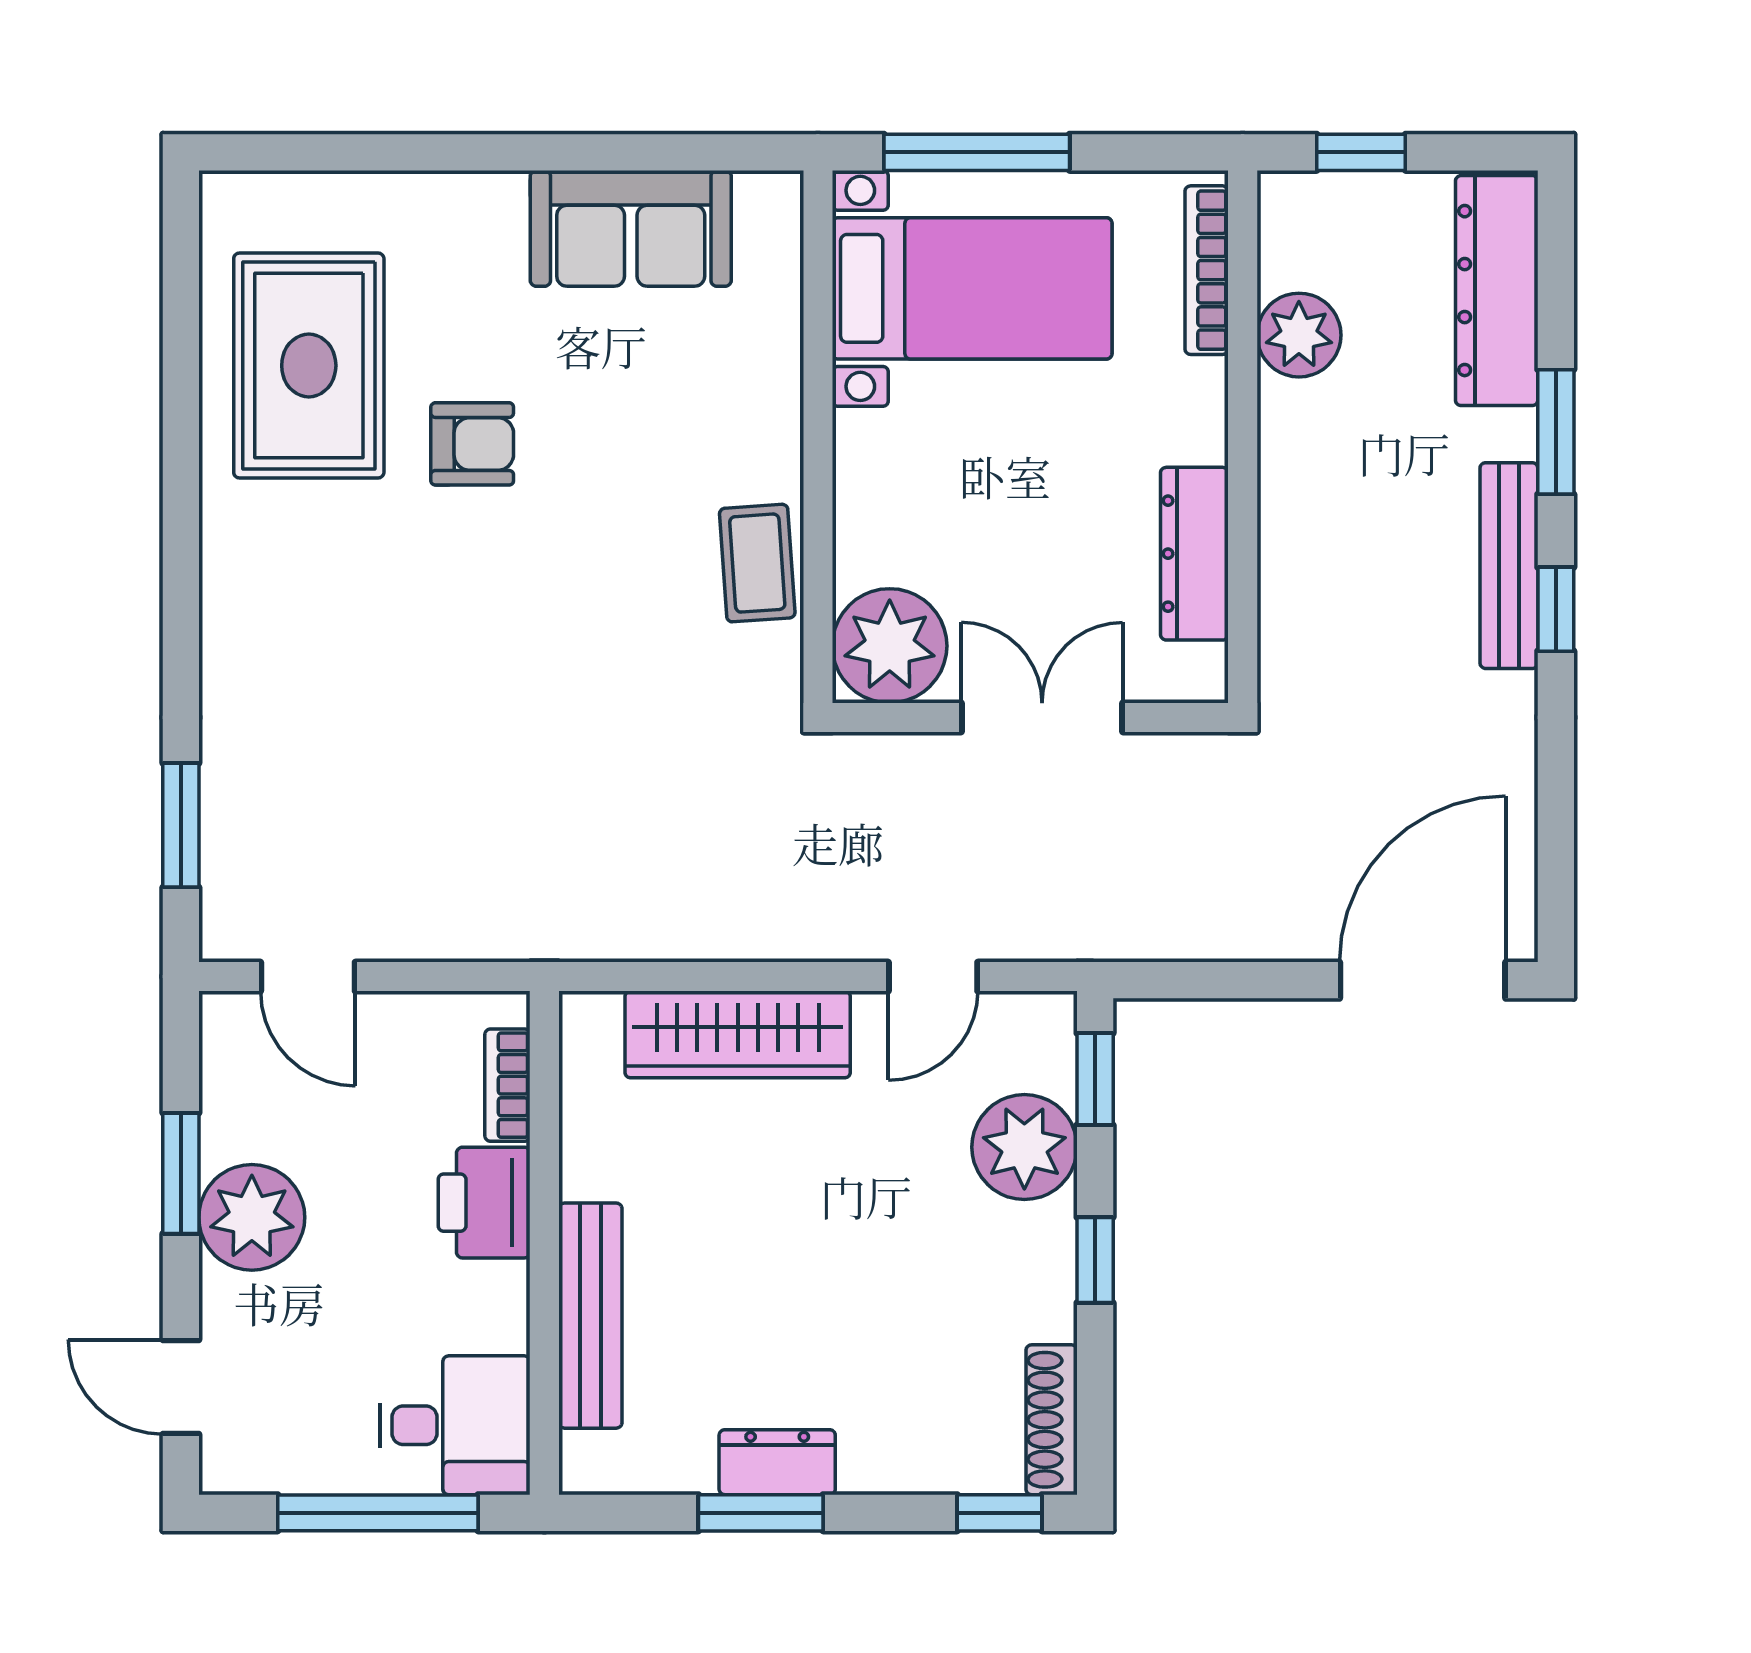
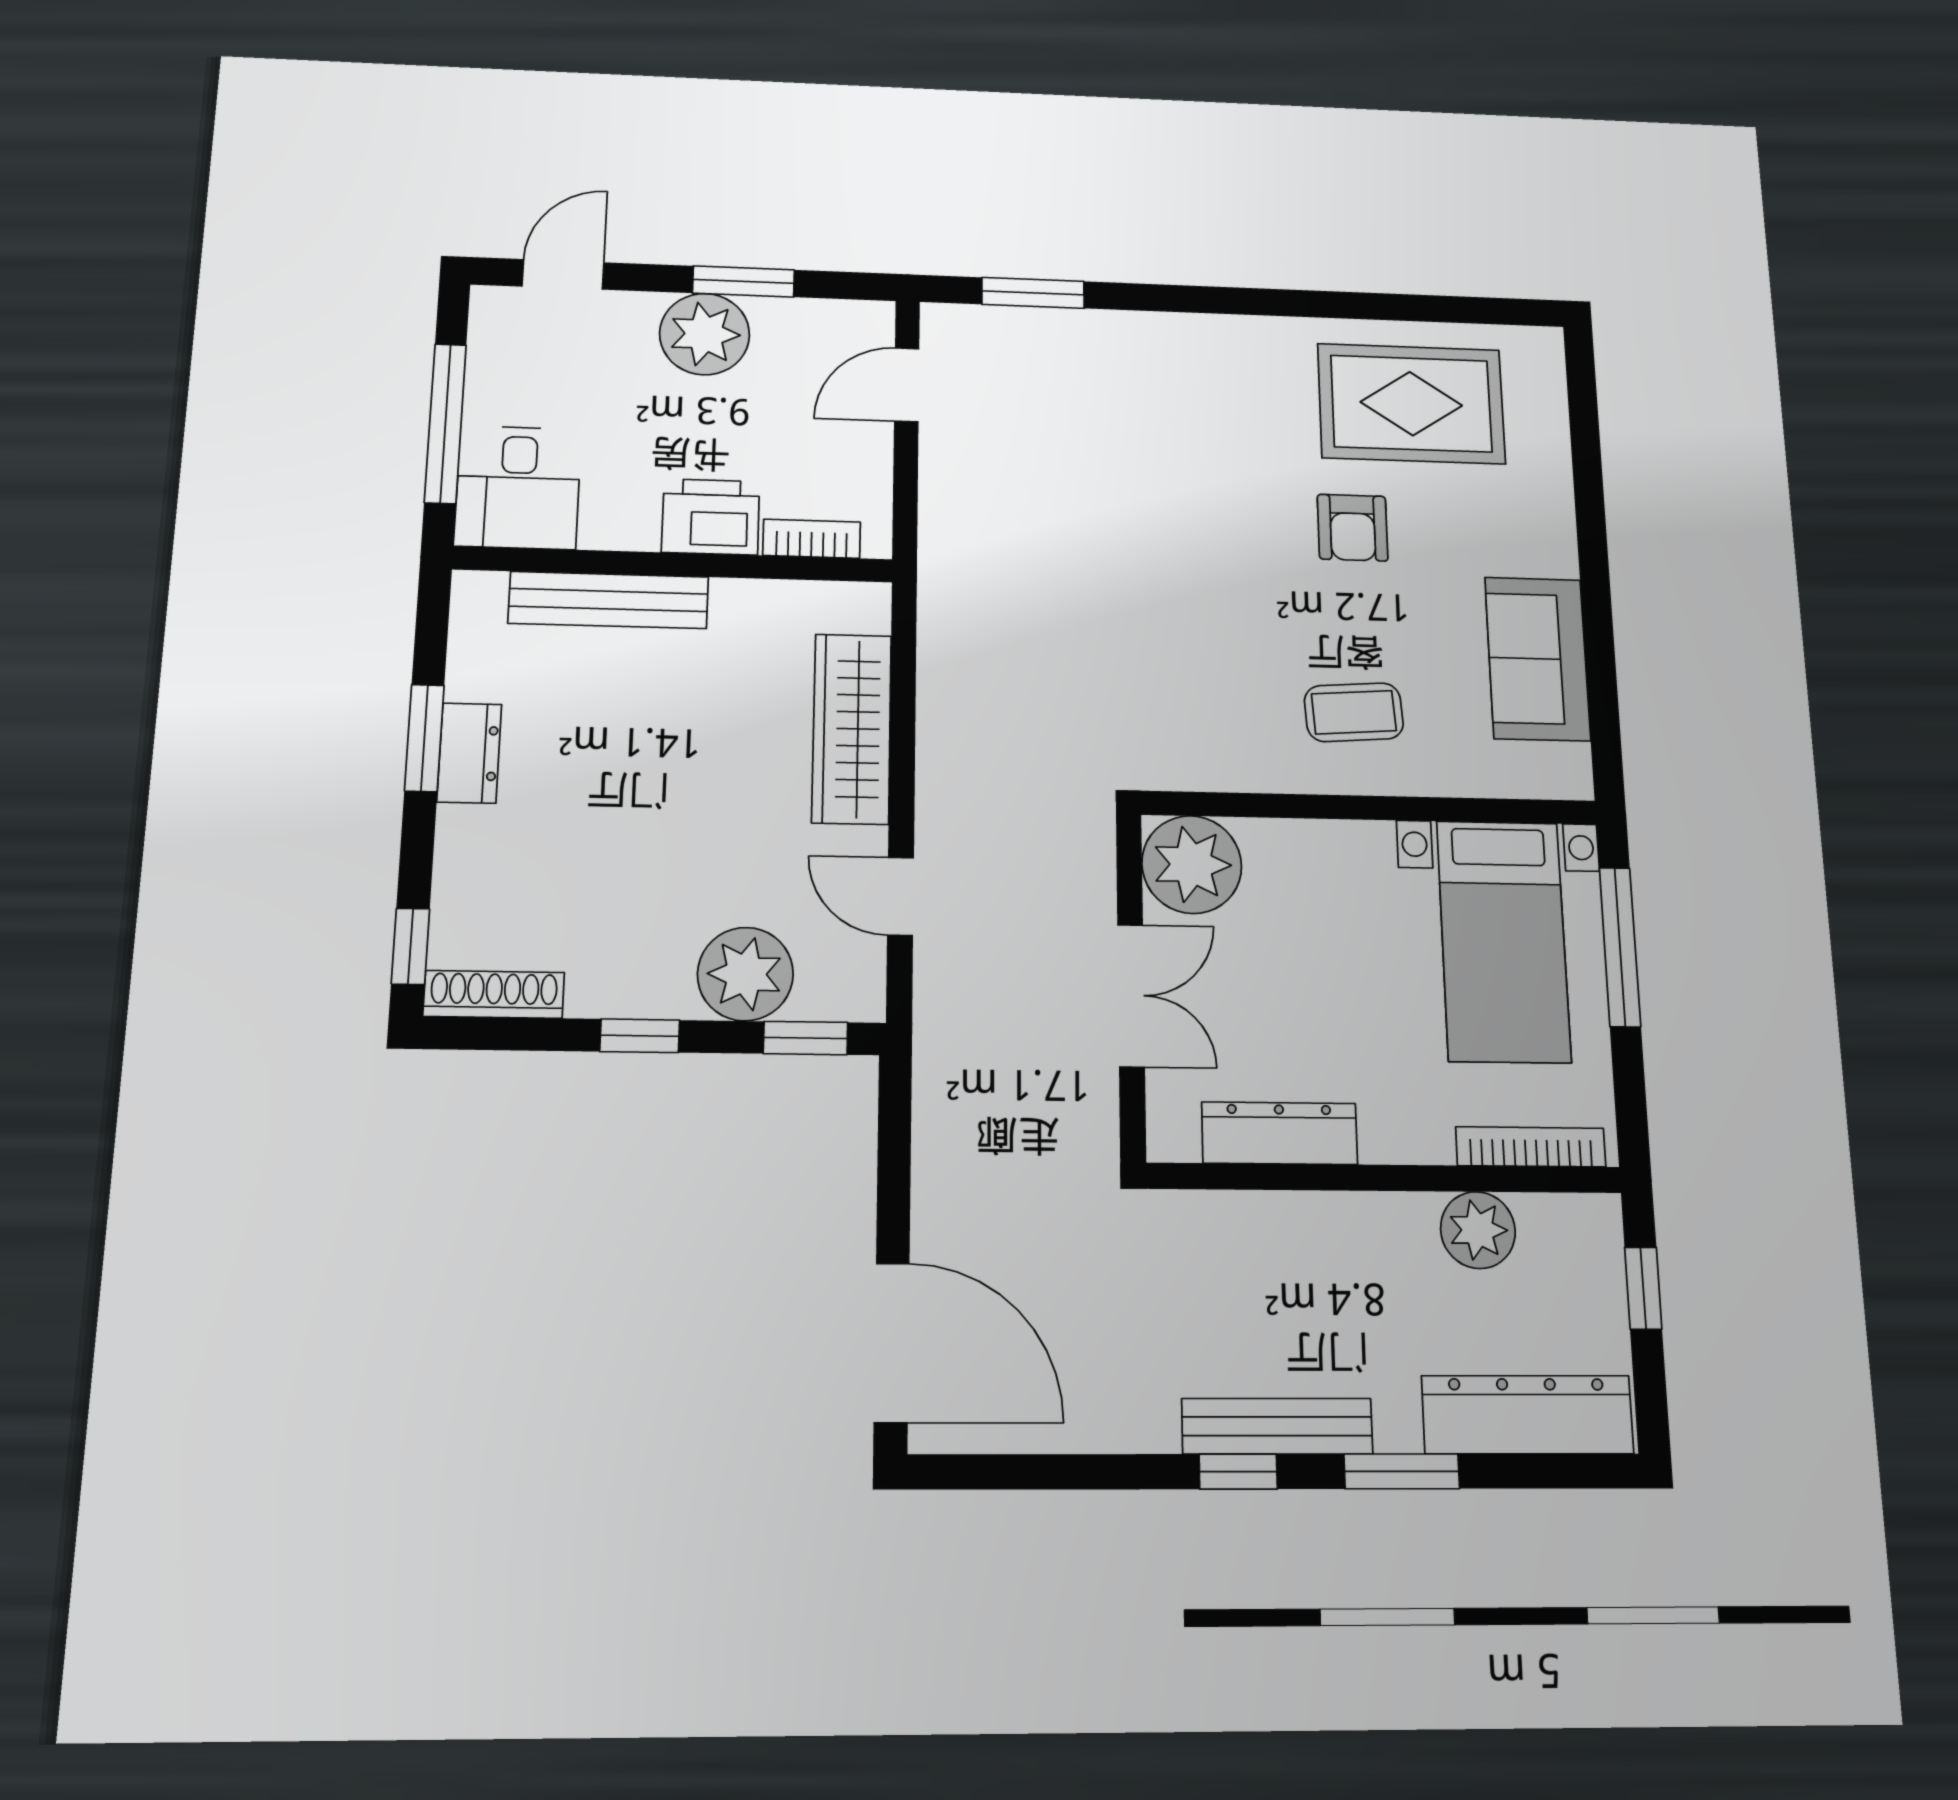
coffee table: (757, 563) -> (1354, 712), moved

